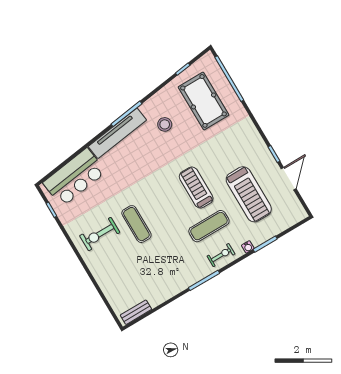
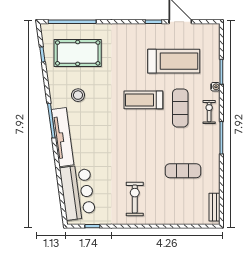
exercise mat: (136, 224) -> (183, 171), moved
exercise bike: (100, 234) -> (135, 199), turned 180

